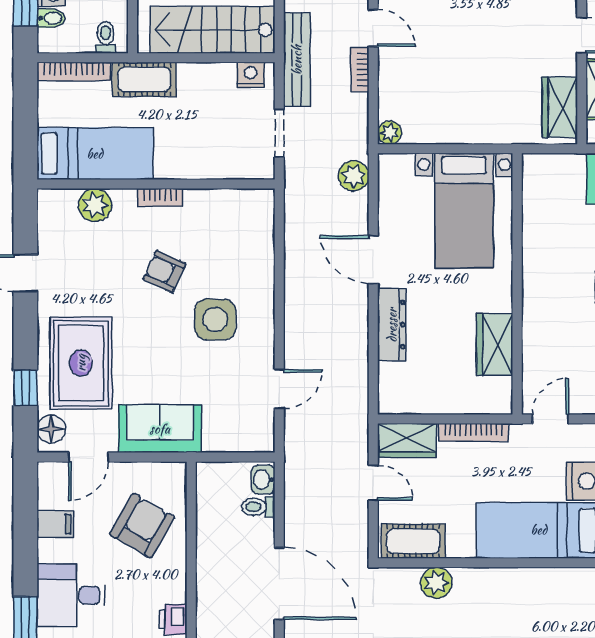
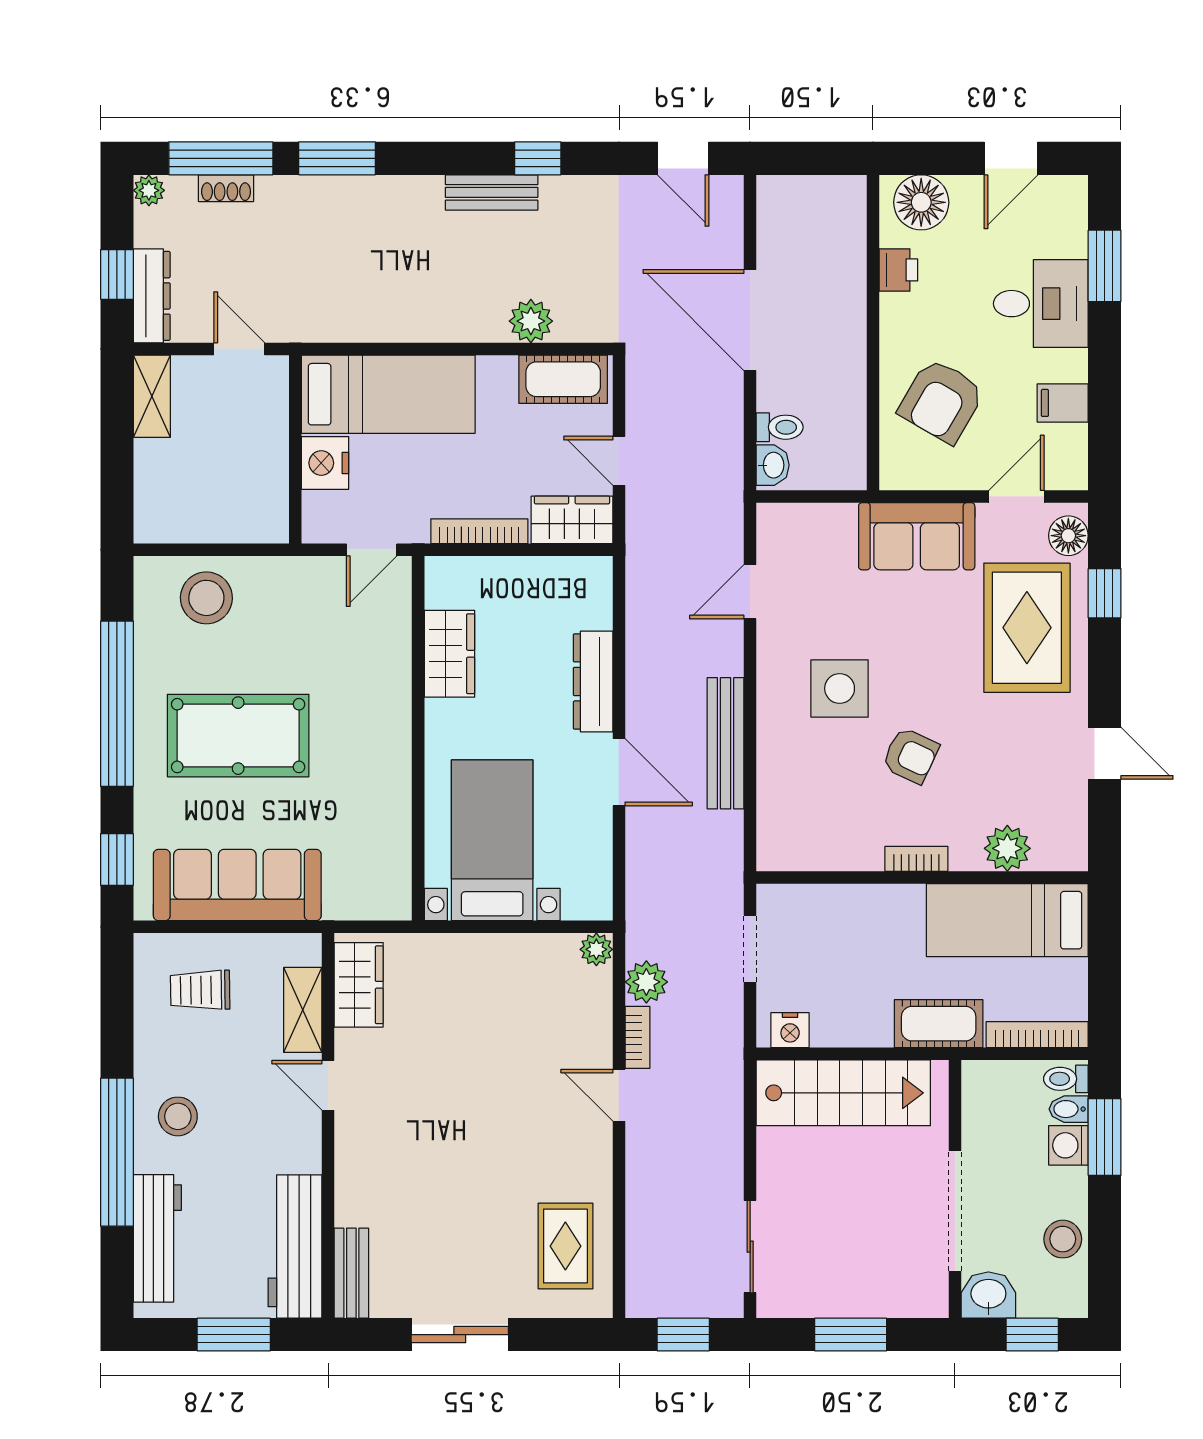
toilet: (106, 37) -> (1066, 1079), moved, turned 90
bench: (297, 60) -> (726, 743), moved
plant: (354, 176) -> (646, 982), moved

